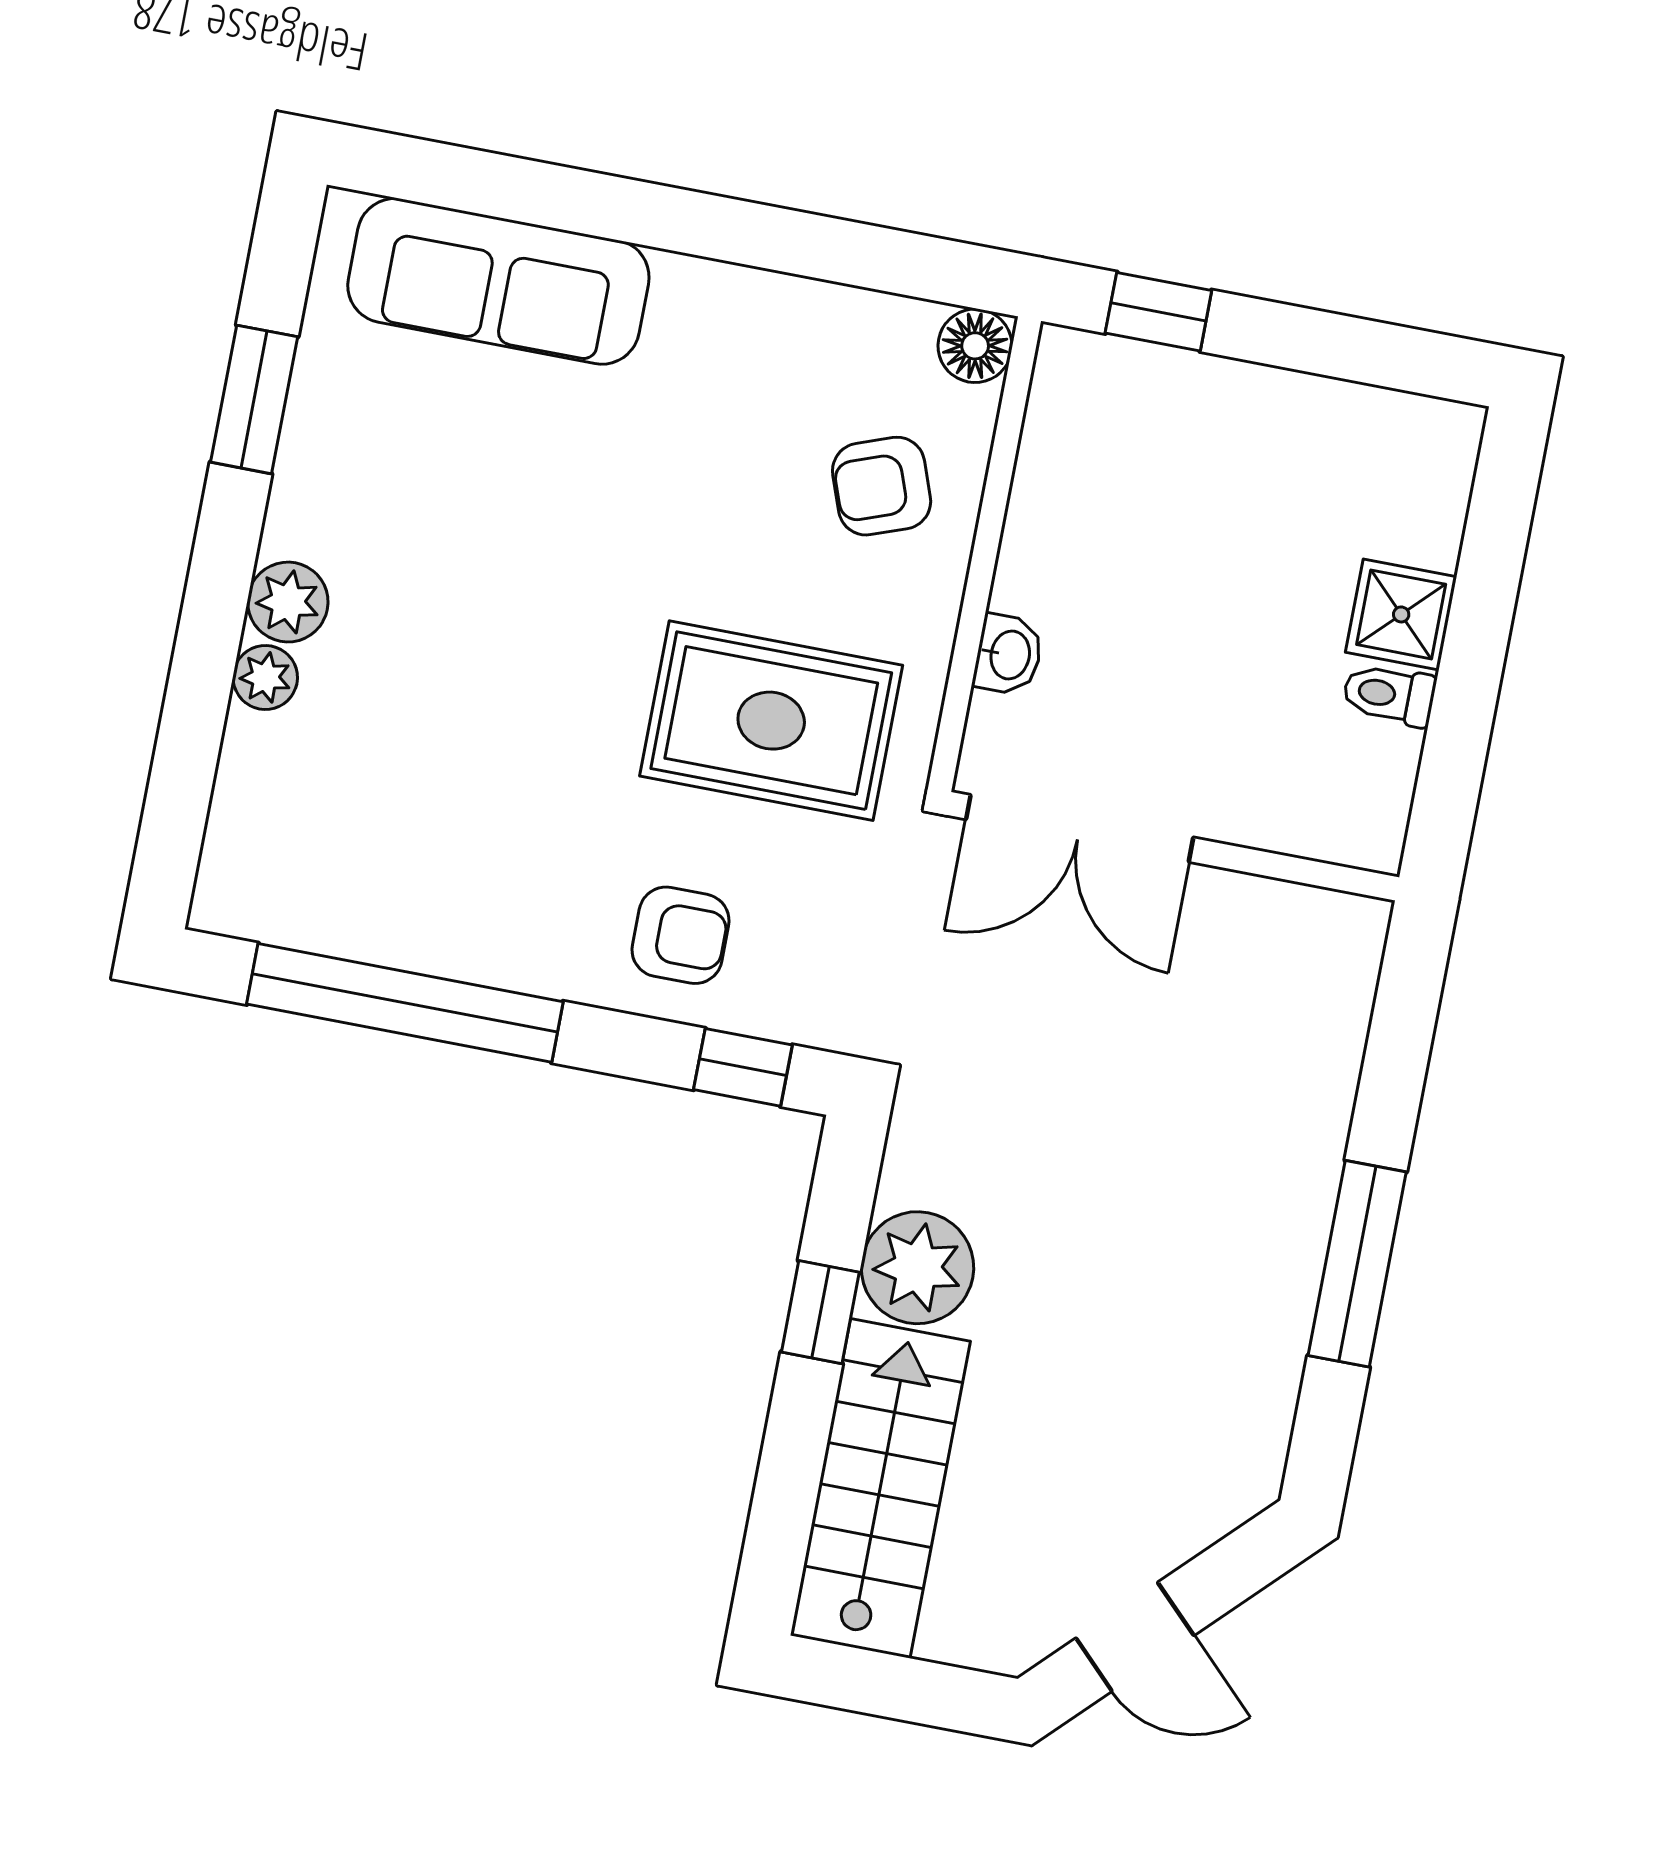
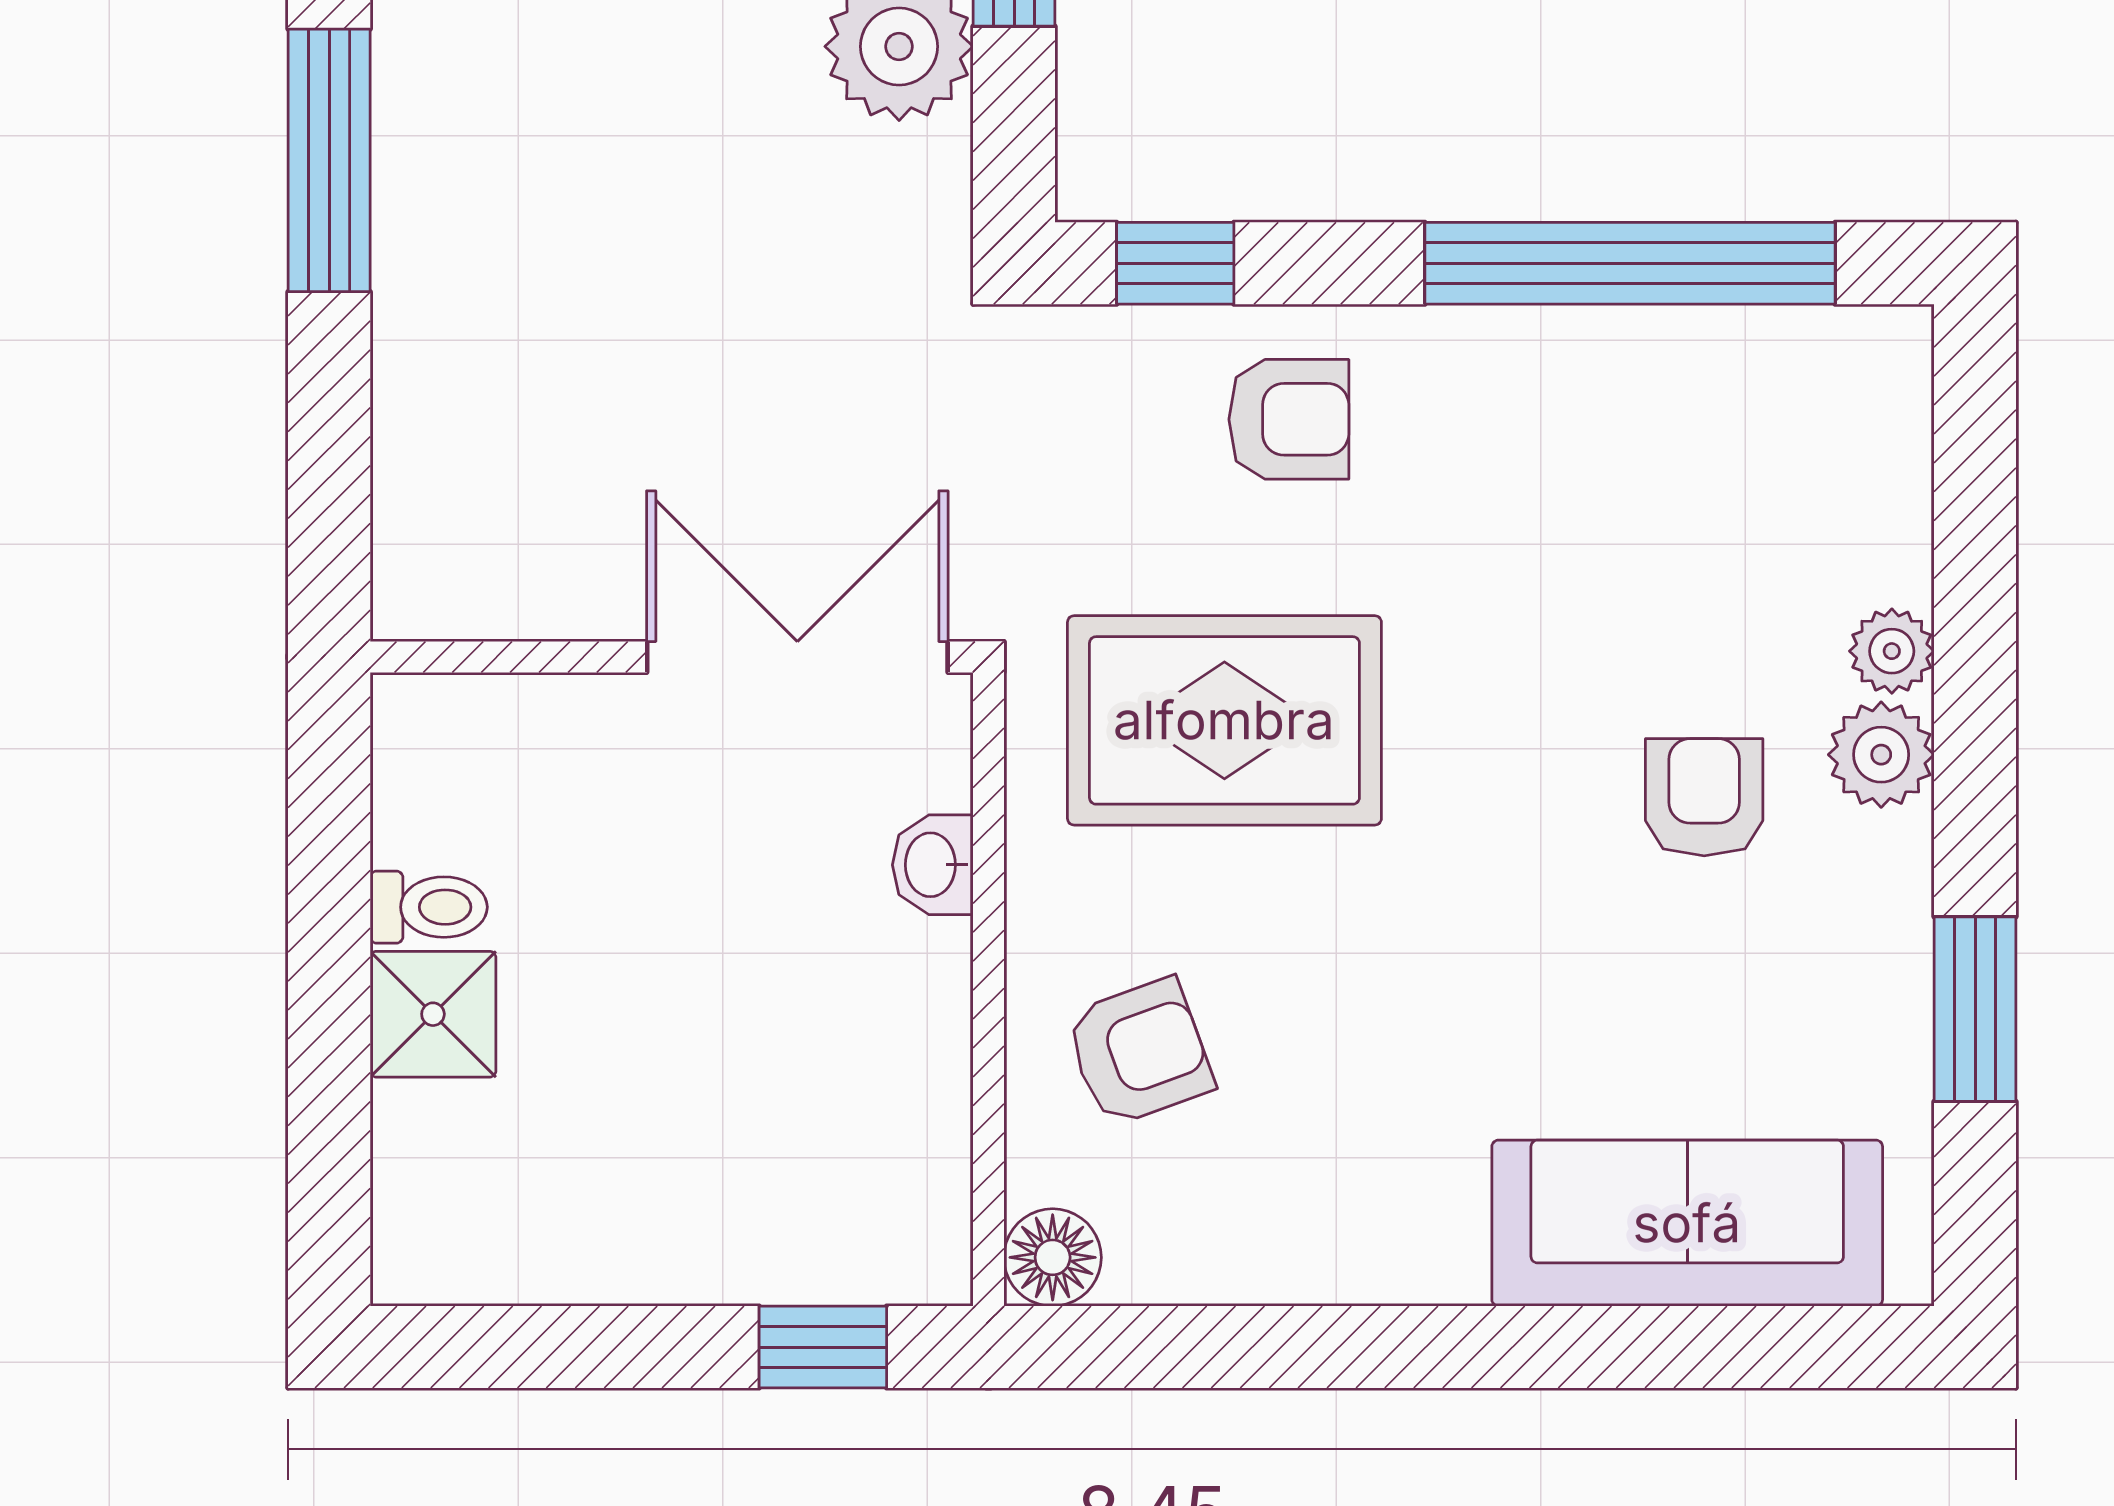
armchair: (425, 595) -> (1704, 797), added
armchair: (681, 935) -> (1289, 419), turned 180

